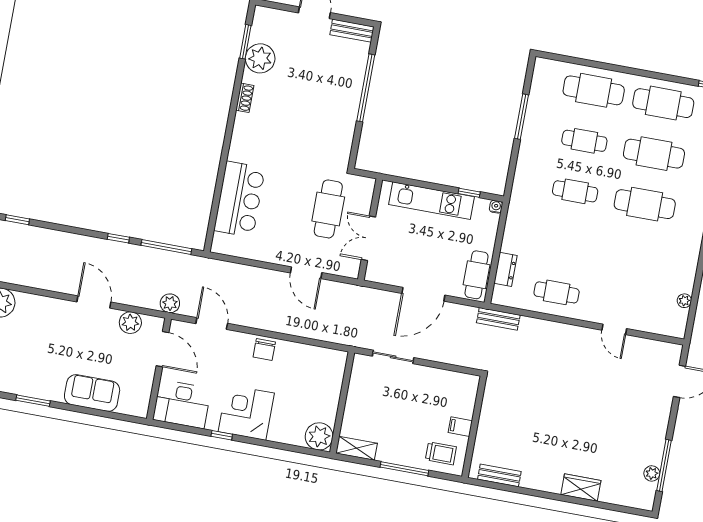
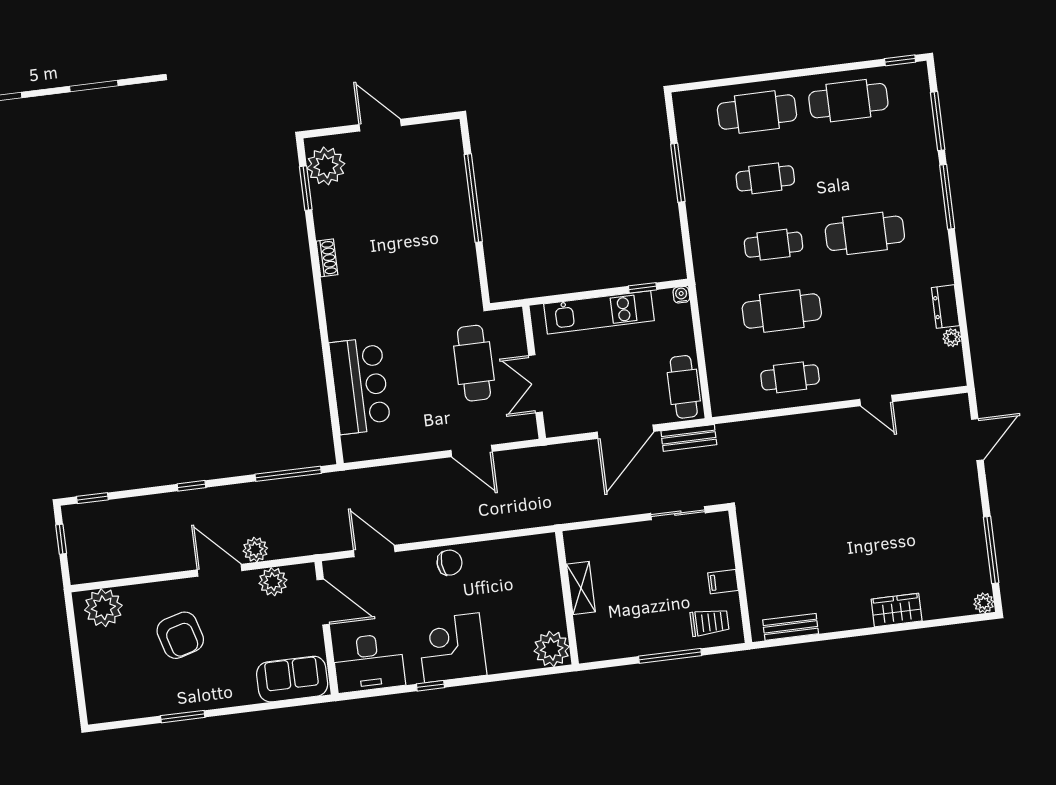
bench: (352, 31) -> (434, 133), removed
plant: (260, 58) -> (326, 166), moved
cafe table: (654, 154) -> (782, 311), moved
window: (118, 238) -> (191, 486), moved
dresser: (505, 269) -> (945, 307), moved, turned 180
plant: (170, 303) -> (255, 550), moved
bench: (498, 319) -> (689, 438), moved
armchair: (50, 340) -> (180, 635), added
chair: (264, 349) -> (450, 563), turned -94
sliding door: (393, 357) -> (678, 513), moved
sofa: (92, 393) -> (292, 679), moved
shelving: (356, 448) -> (581, 588), moved, turned 90
plant: (652, 473) -> (984, 603), moved

